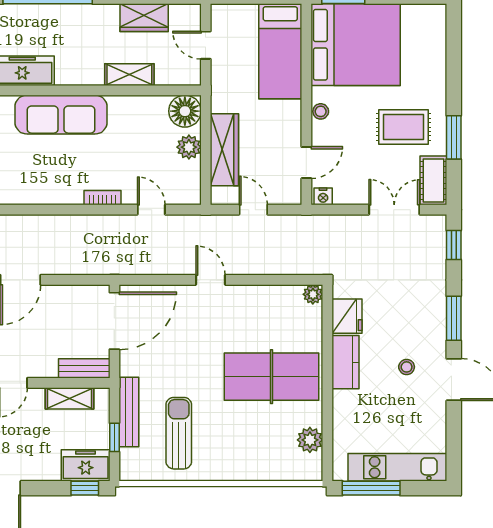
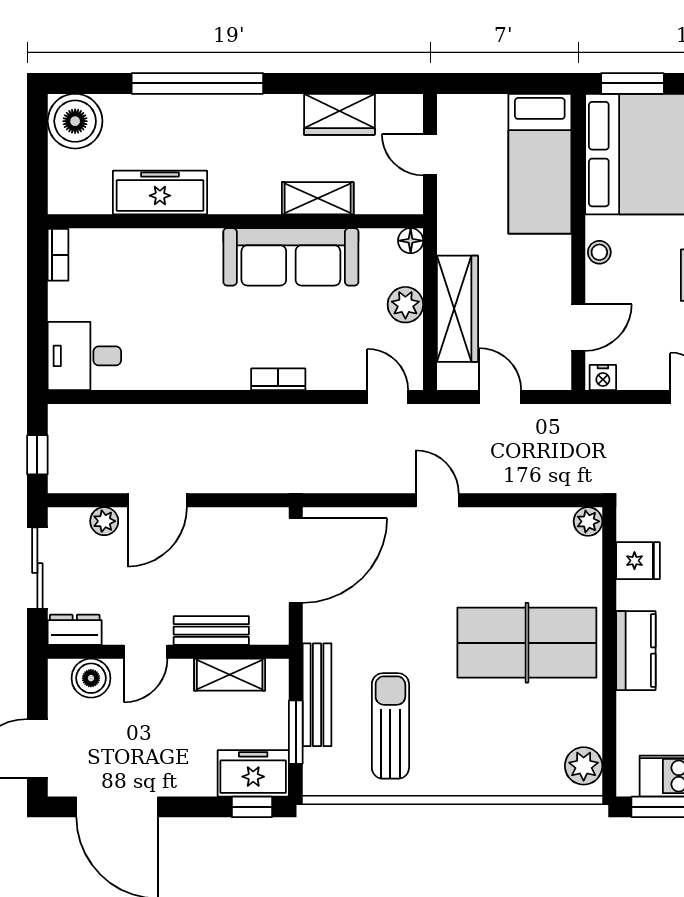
floor lamp: (185, 111) -> (411, 241), width x0.53, depth x0.53
sofa: (61, 115) -> (291, 257), moved
door: (151, 210) -> (388, 397), moved
fridge: (347, 316) -> (638, 561), width x0.72
kitchen counter: (345, 362) -> (636, 651), moved
bench: (84, 368) -> (211, 631), moved
window: (114, 437) -> (296, 732), width x1.50
plant: (310, 440) -> (584, 766), moved

